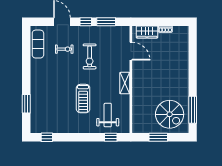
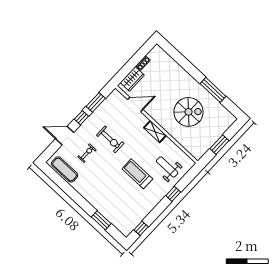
treadmill: (83, 99) -> (137, 174), turned 180
window: (193, 110) -> (213, 90), moved
spiral stairs: (170, 114) -> (189, 112), moved
window: (111, 137) -> (173, 194), moved

